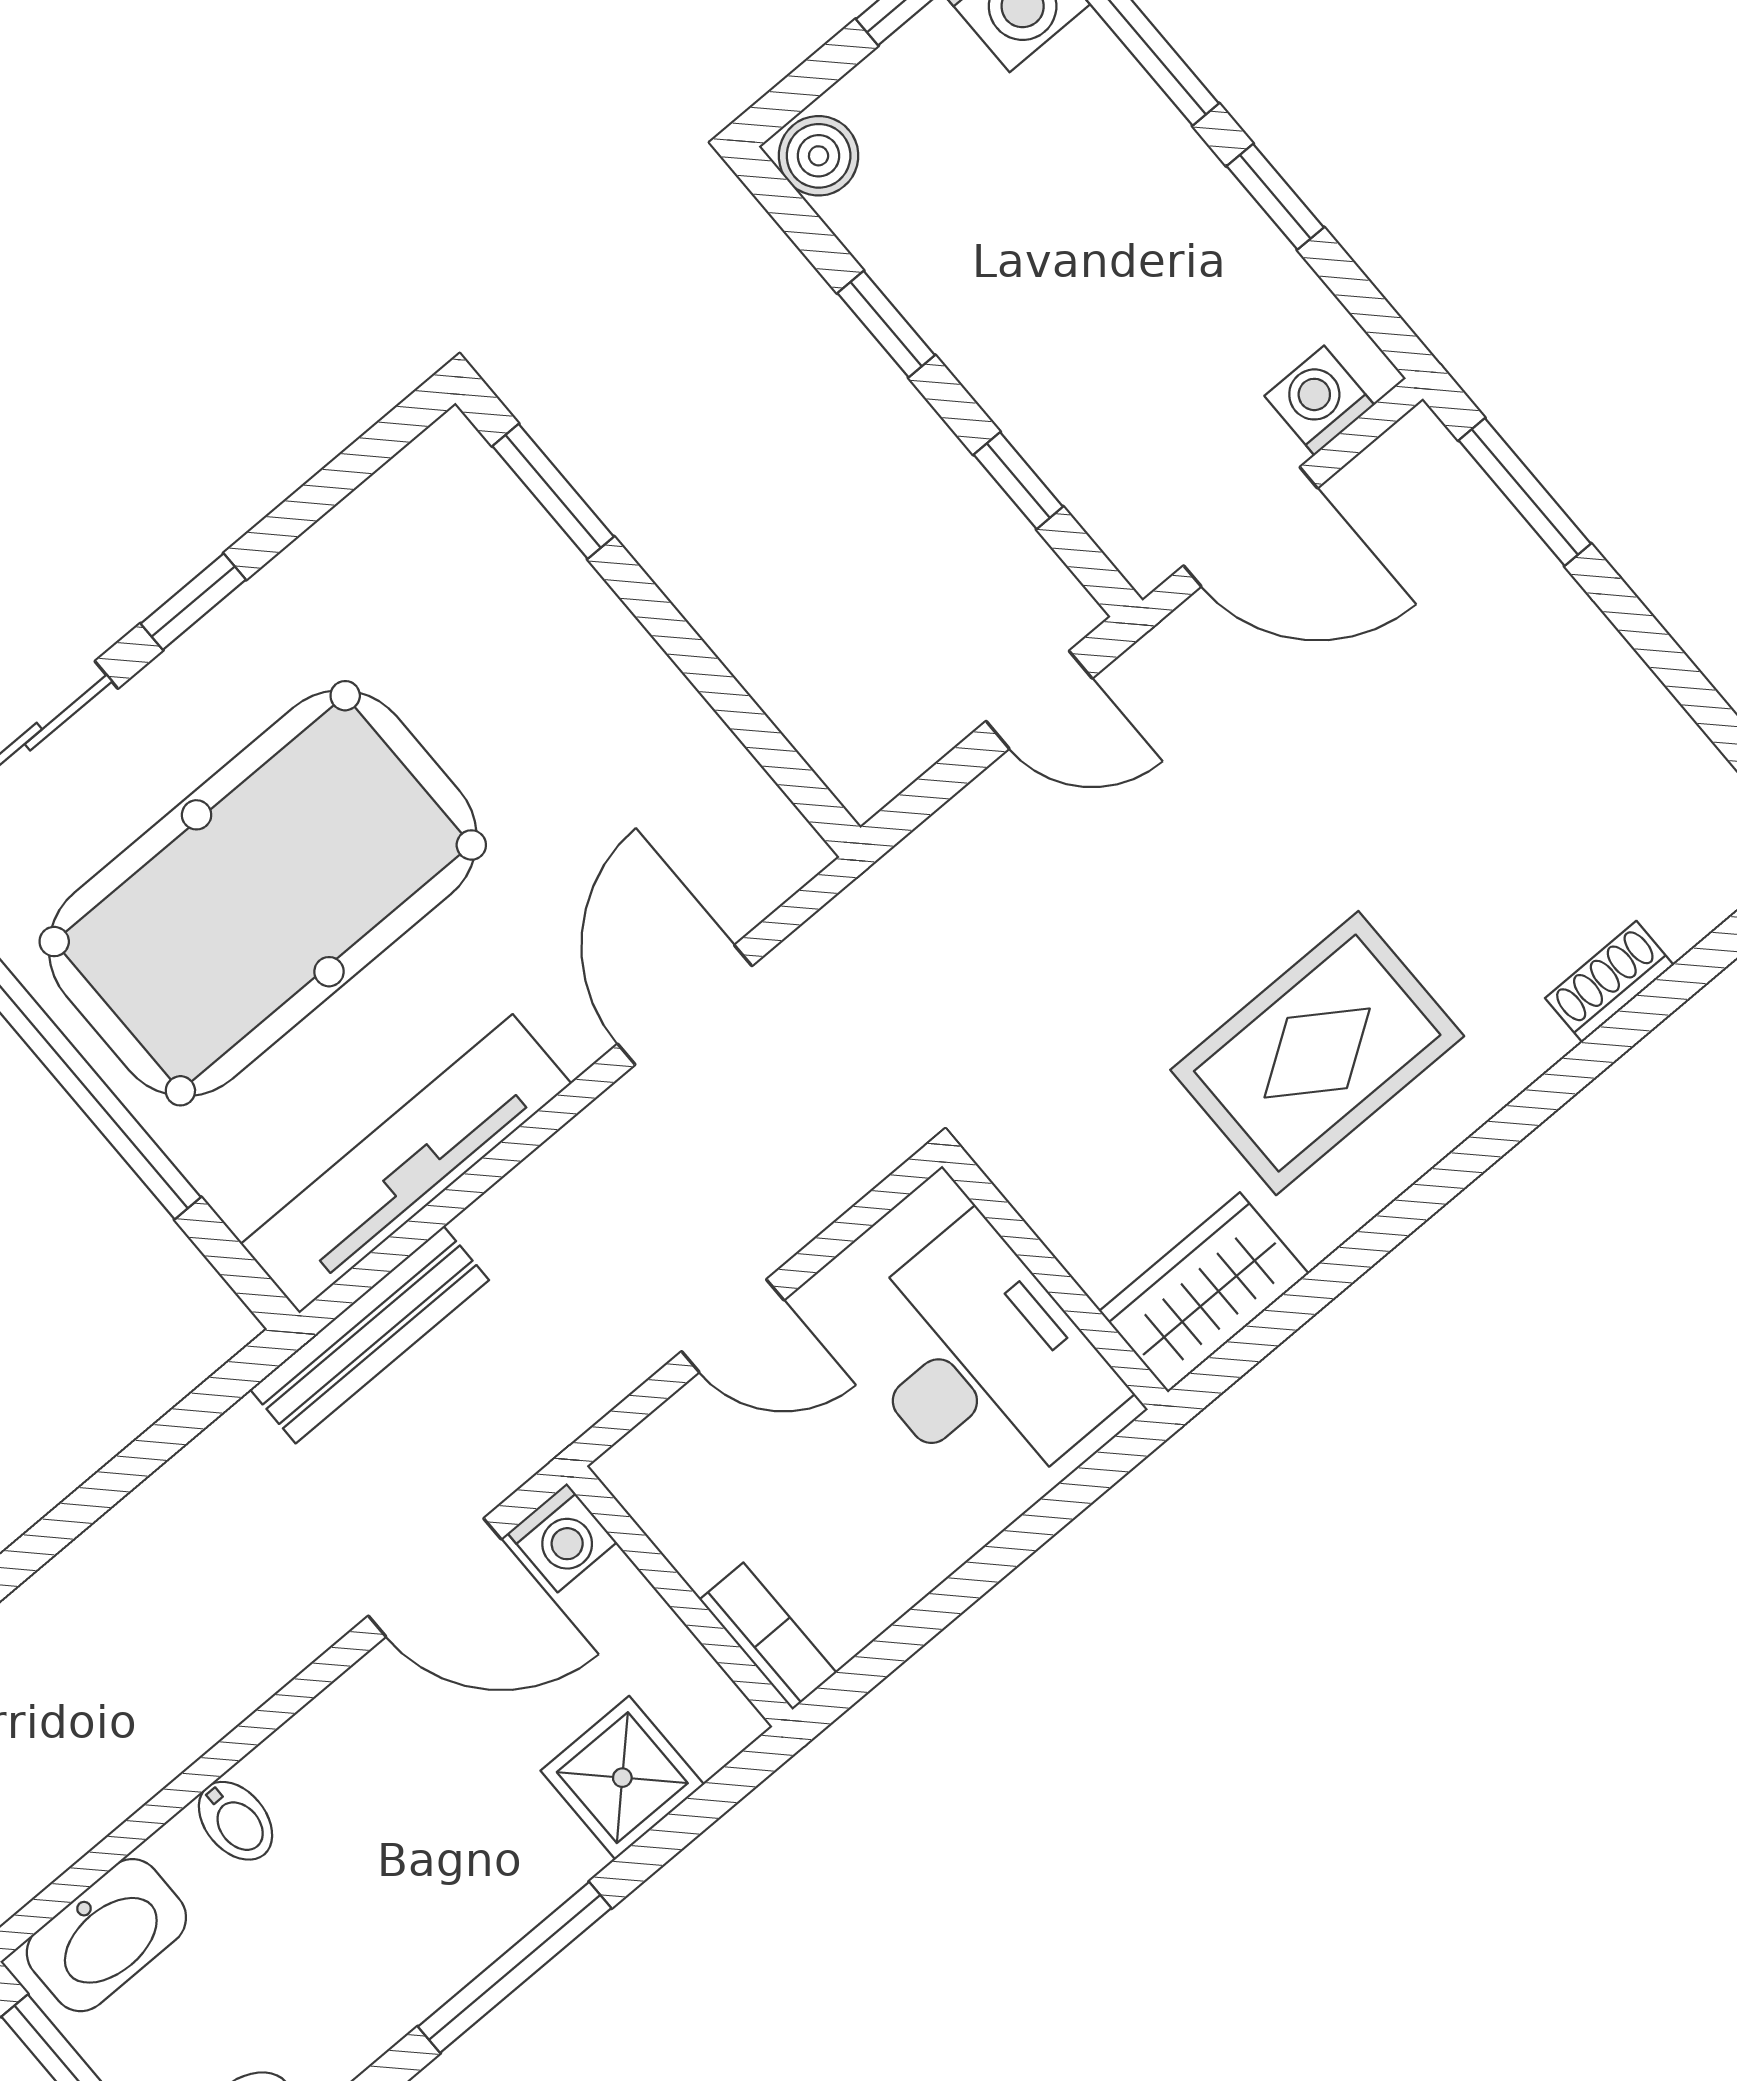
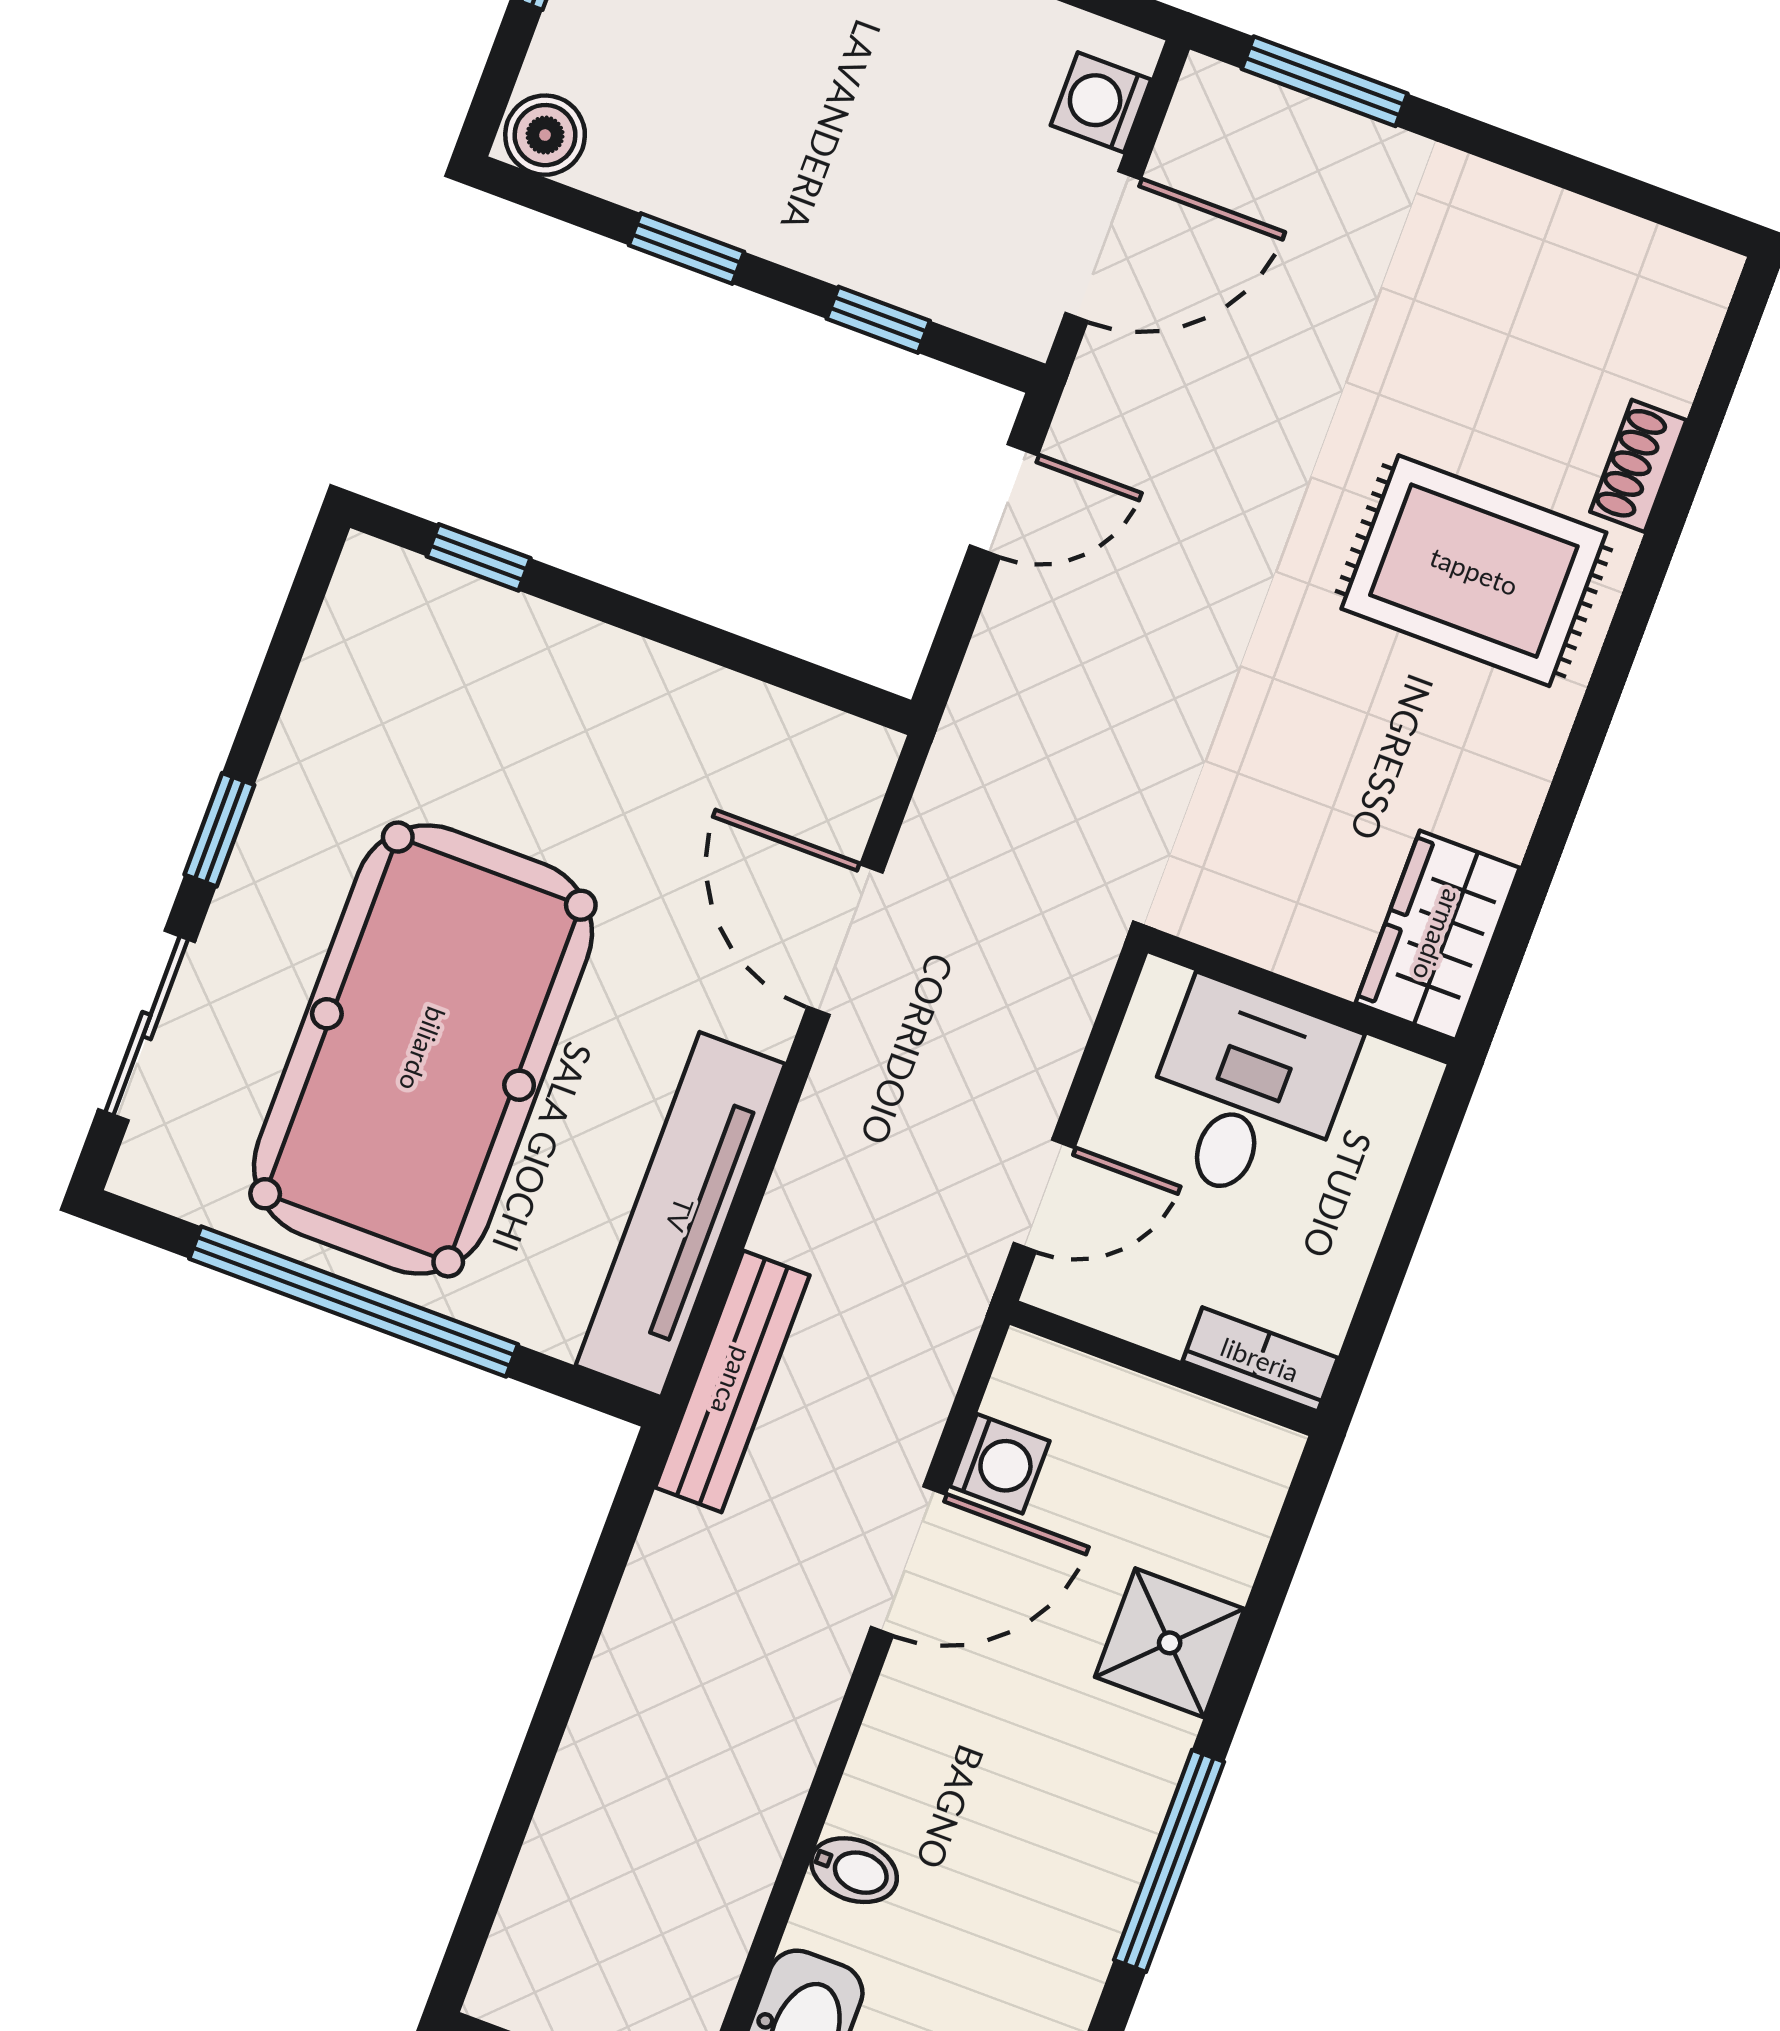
window: (553, 491) -> (479, 557), width x0.67
rug: (1317, 1053) -> (1474, 571), moved, turned 90
desk: (981, 1362) -> (1247, 1094), width x0.73
wall: (680, 1596) -> (1164, 1368), moved
bookcase: (768, 1636) -> (1260, 1359), moved

